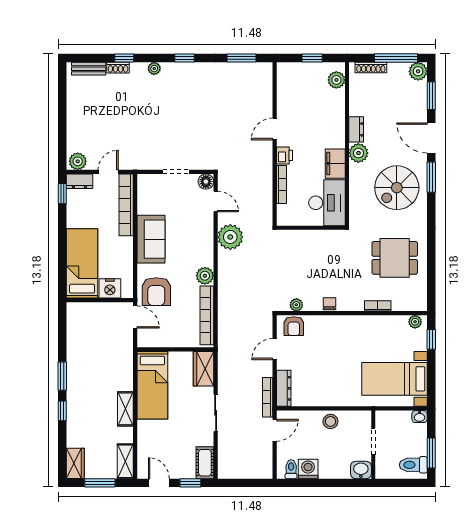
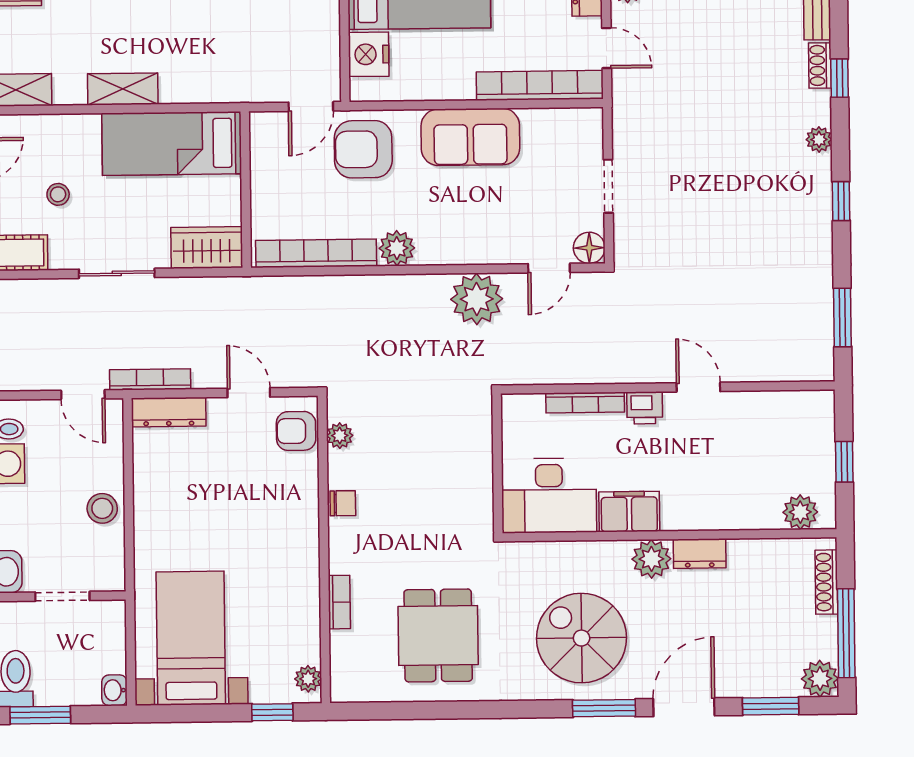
stool: (177, 441) -> (58, 194), added

